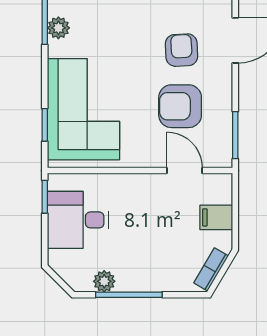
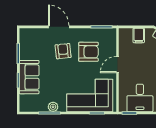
armchair: (182, 50) -> (63, 51), turned 87
armchair: (180, 106) -> (88, 52), turned -90
door: (184, 170) -> (118, 65), moved

